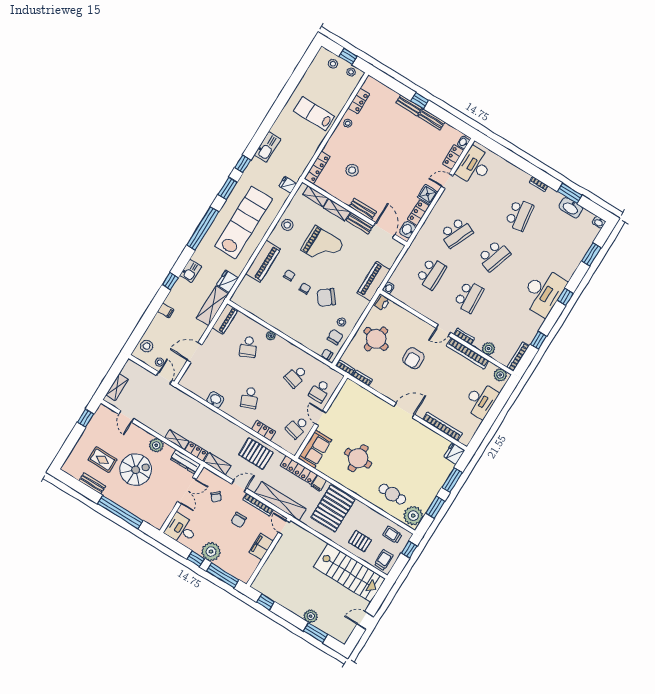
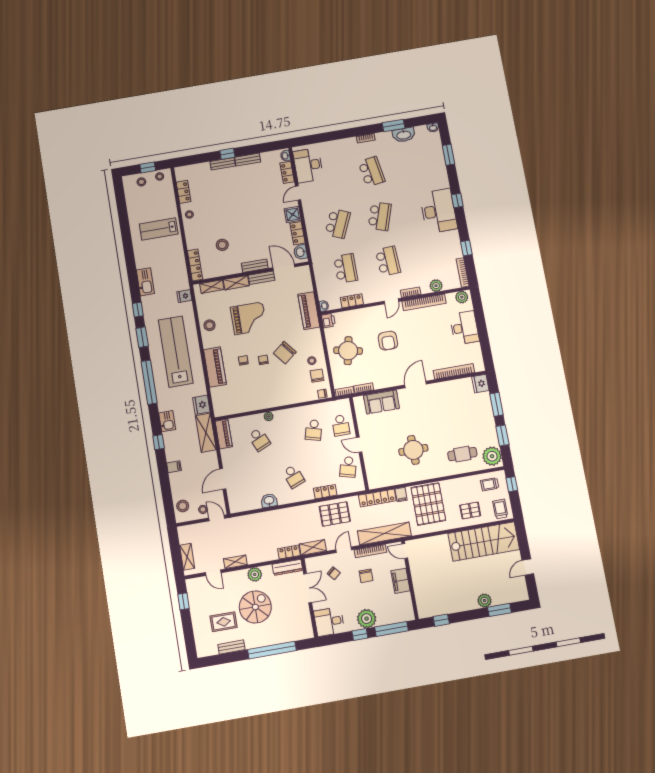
locker: (413, 303) -> (352, 301), added
shelving: (177, 440) -> (235, 562), moved
sofa: (315, 449) -> (381, 402), moved, turned 90

